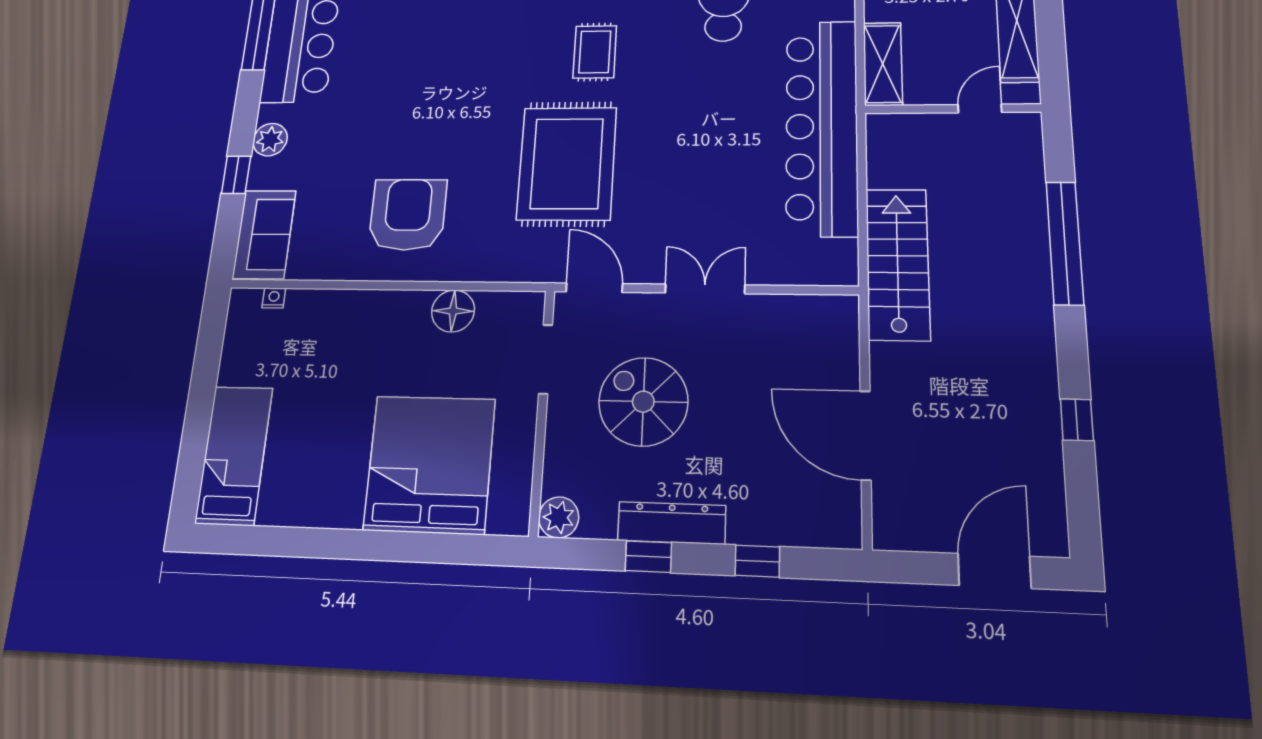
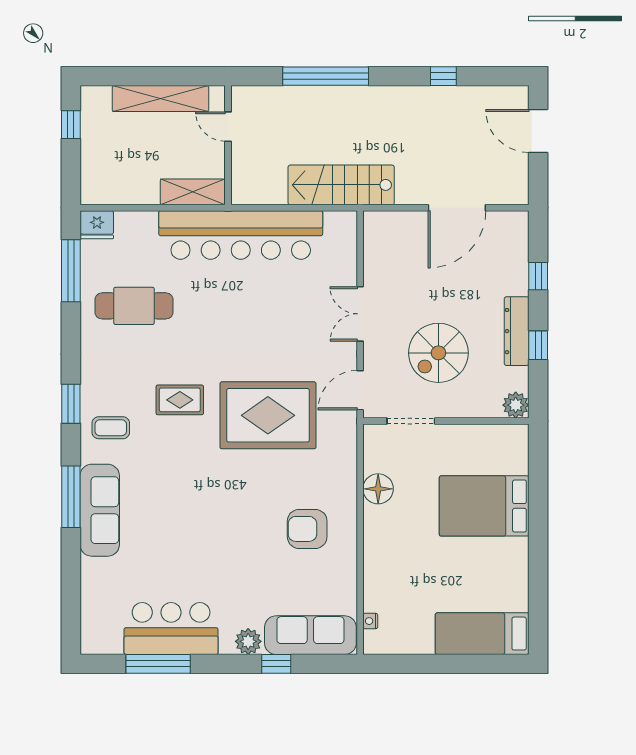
armchair: (408, 215) -> (307, 529), width x0.73, depth x0.73
sofa: (264, 234) -> (310, 635), width x1.36
bed: (430, 464) -> (484, 506), width x0.73

